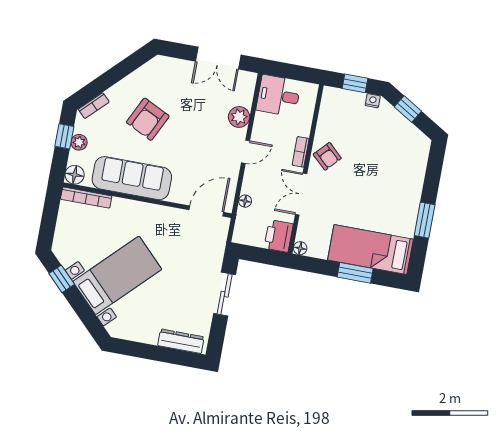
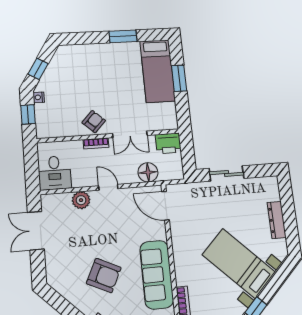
double door: (218, 58) -> (36, 231), swing flipped
floor lamp: (245, 201) -> (148, 172), width x1.89, depth x1.89
floor lamp: (300, 248) -> (173, 124), removed
dresser: (181, 341) -> (277, 220), moved

